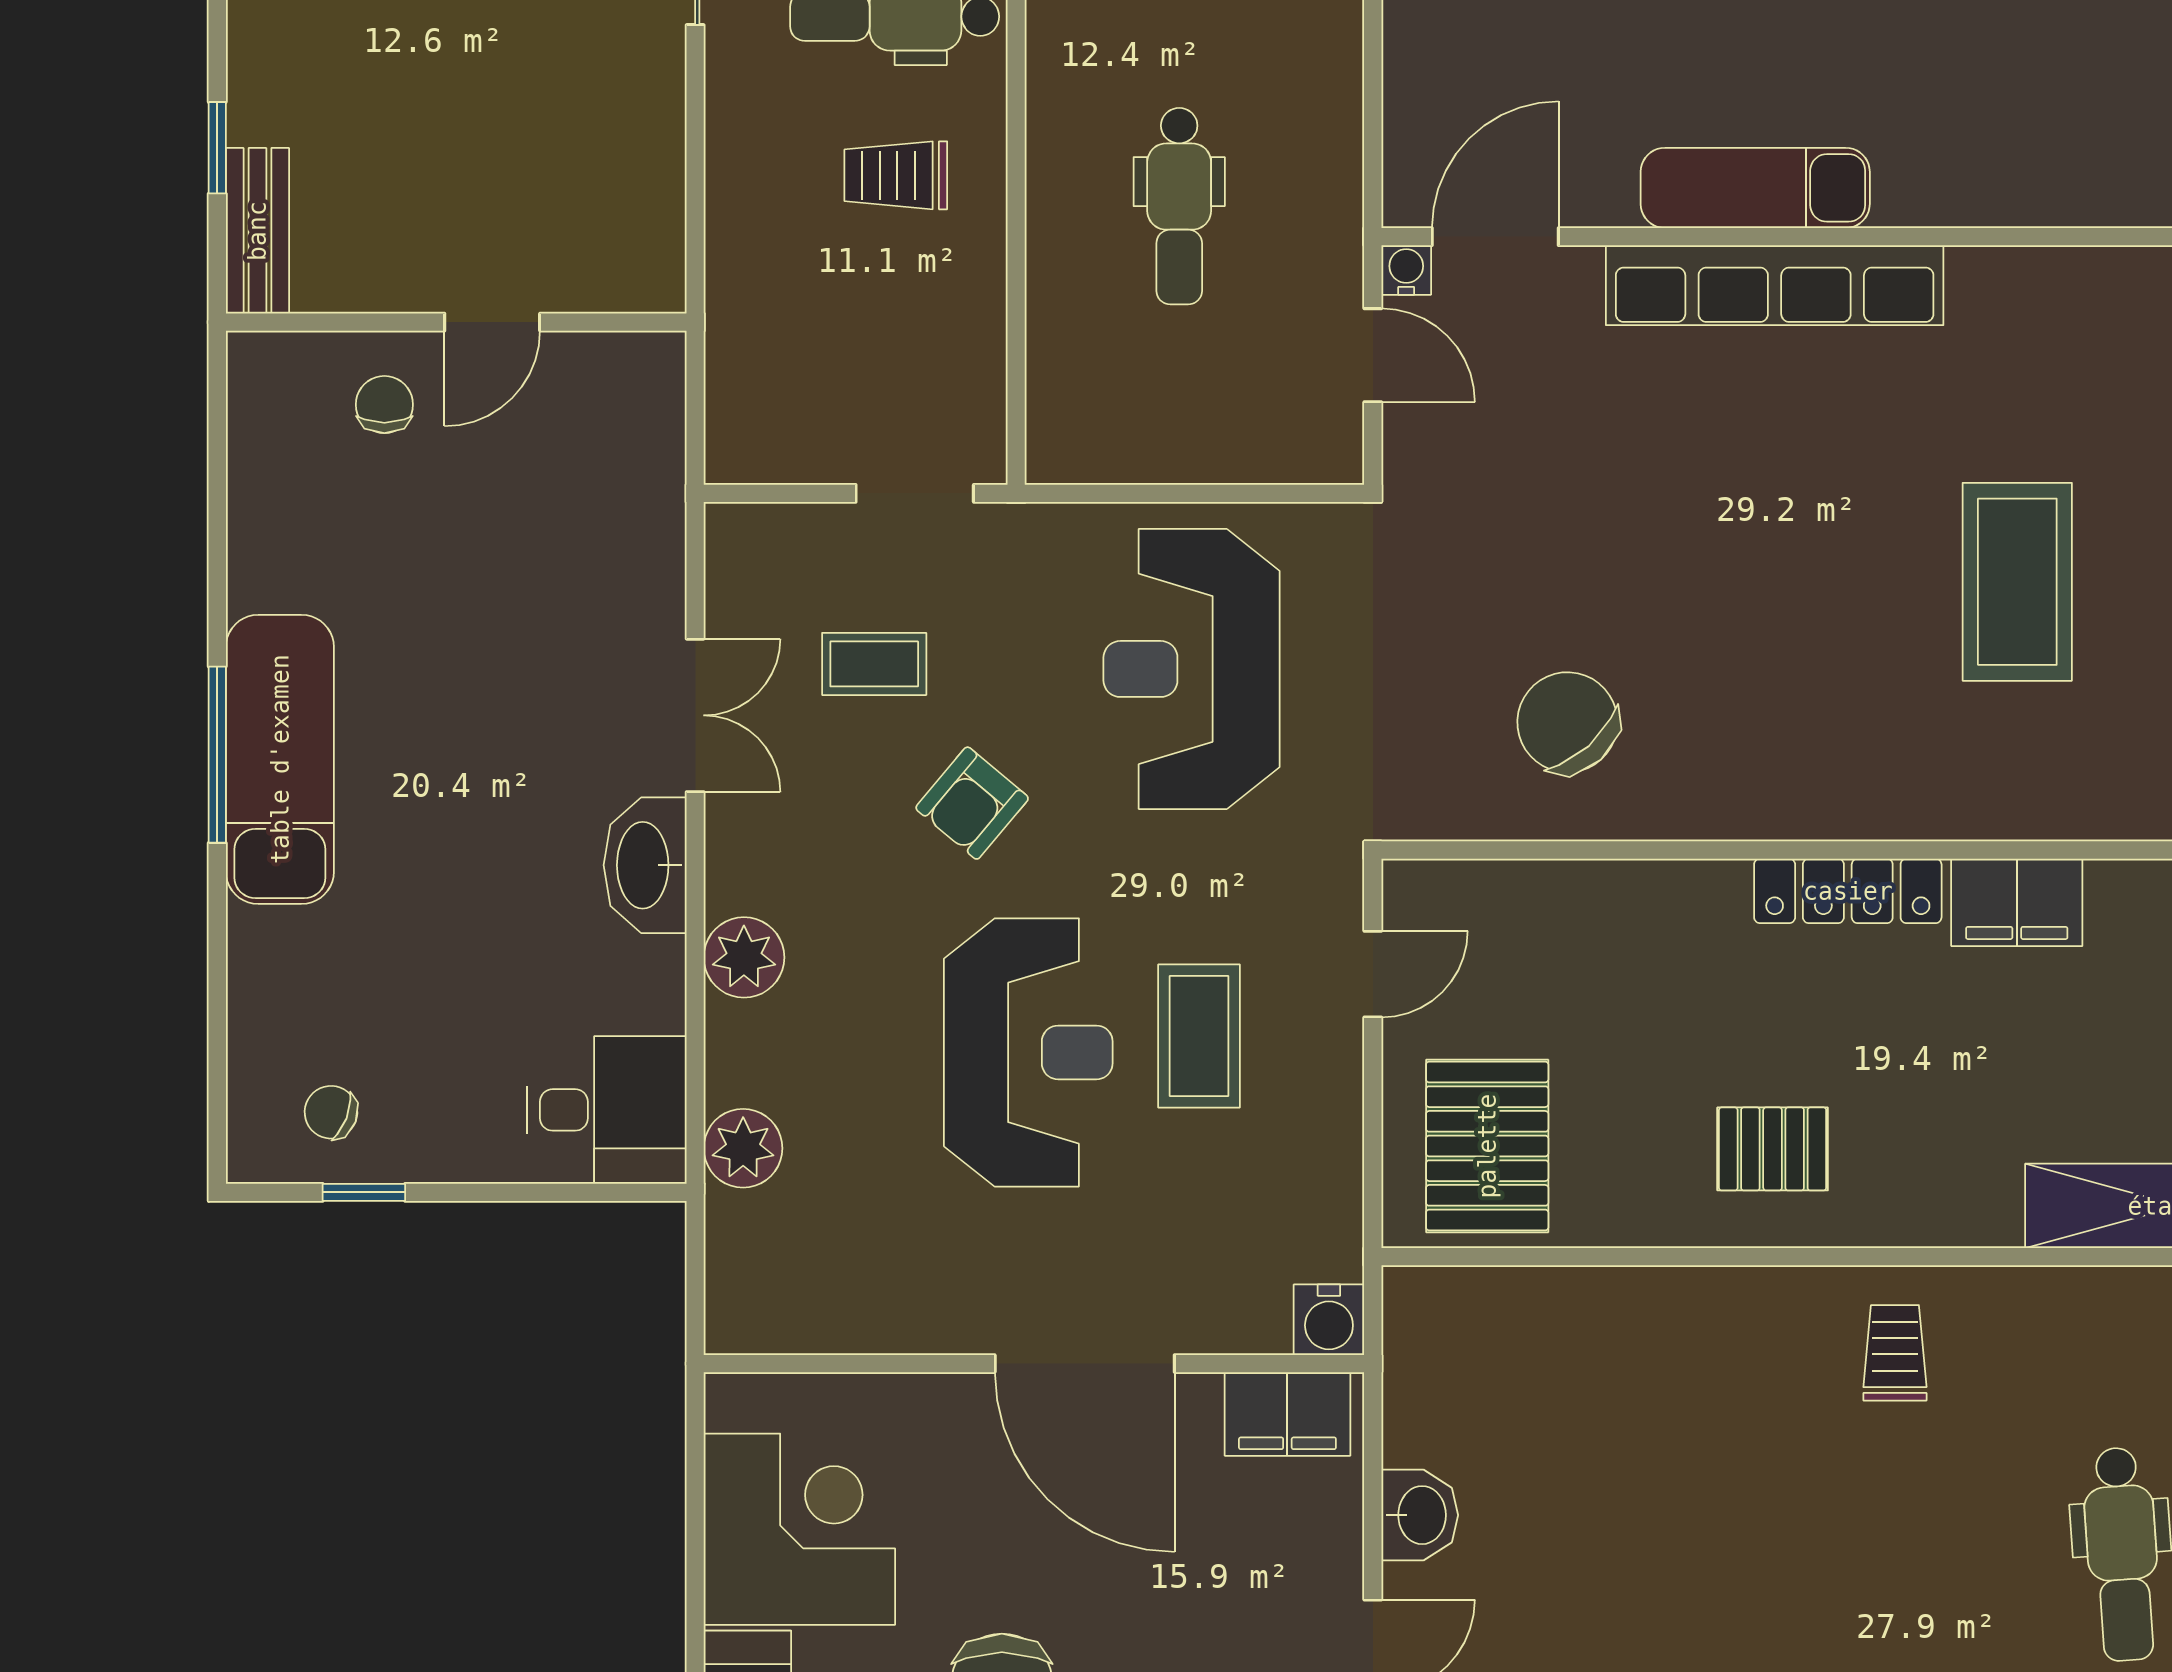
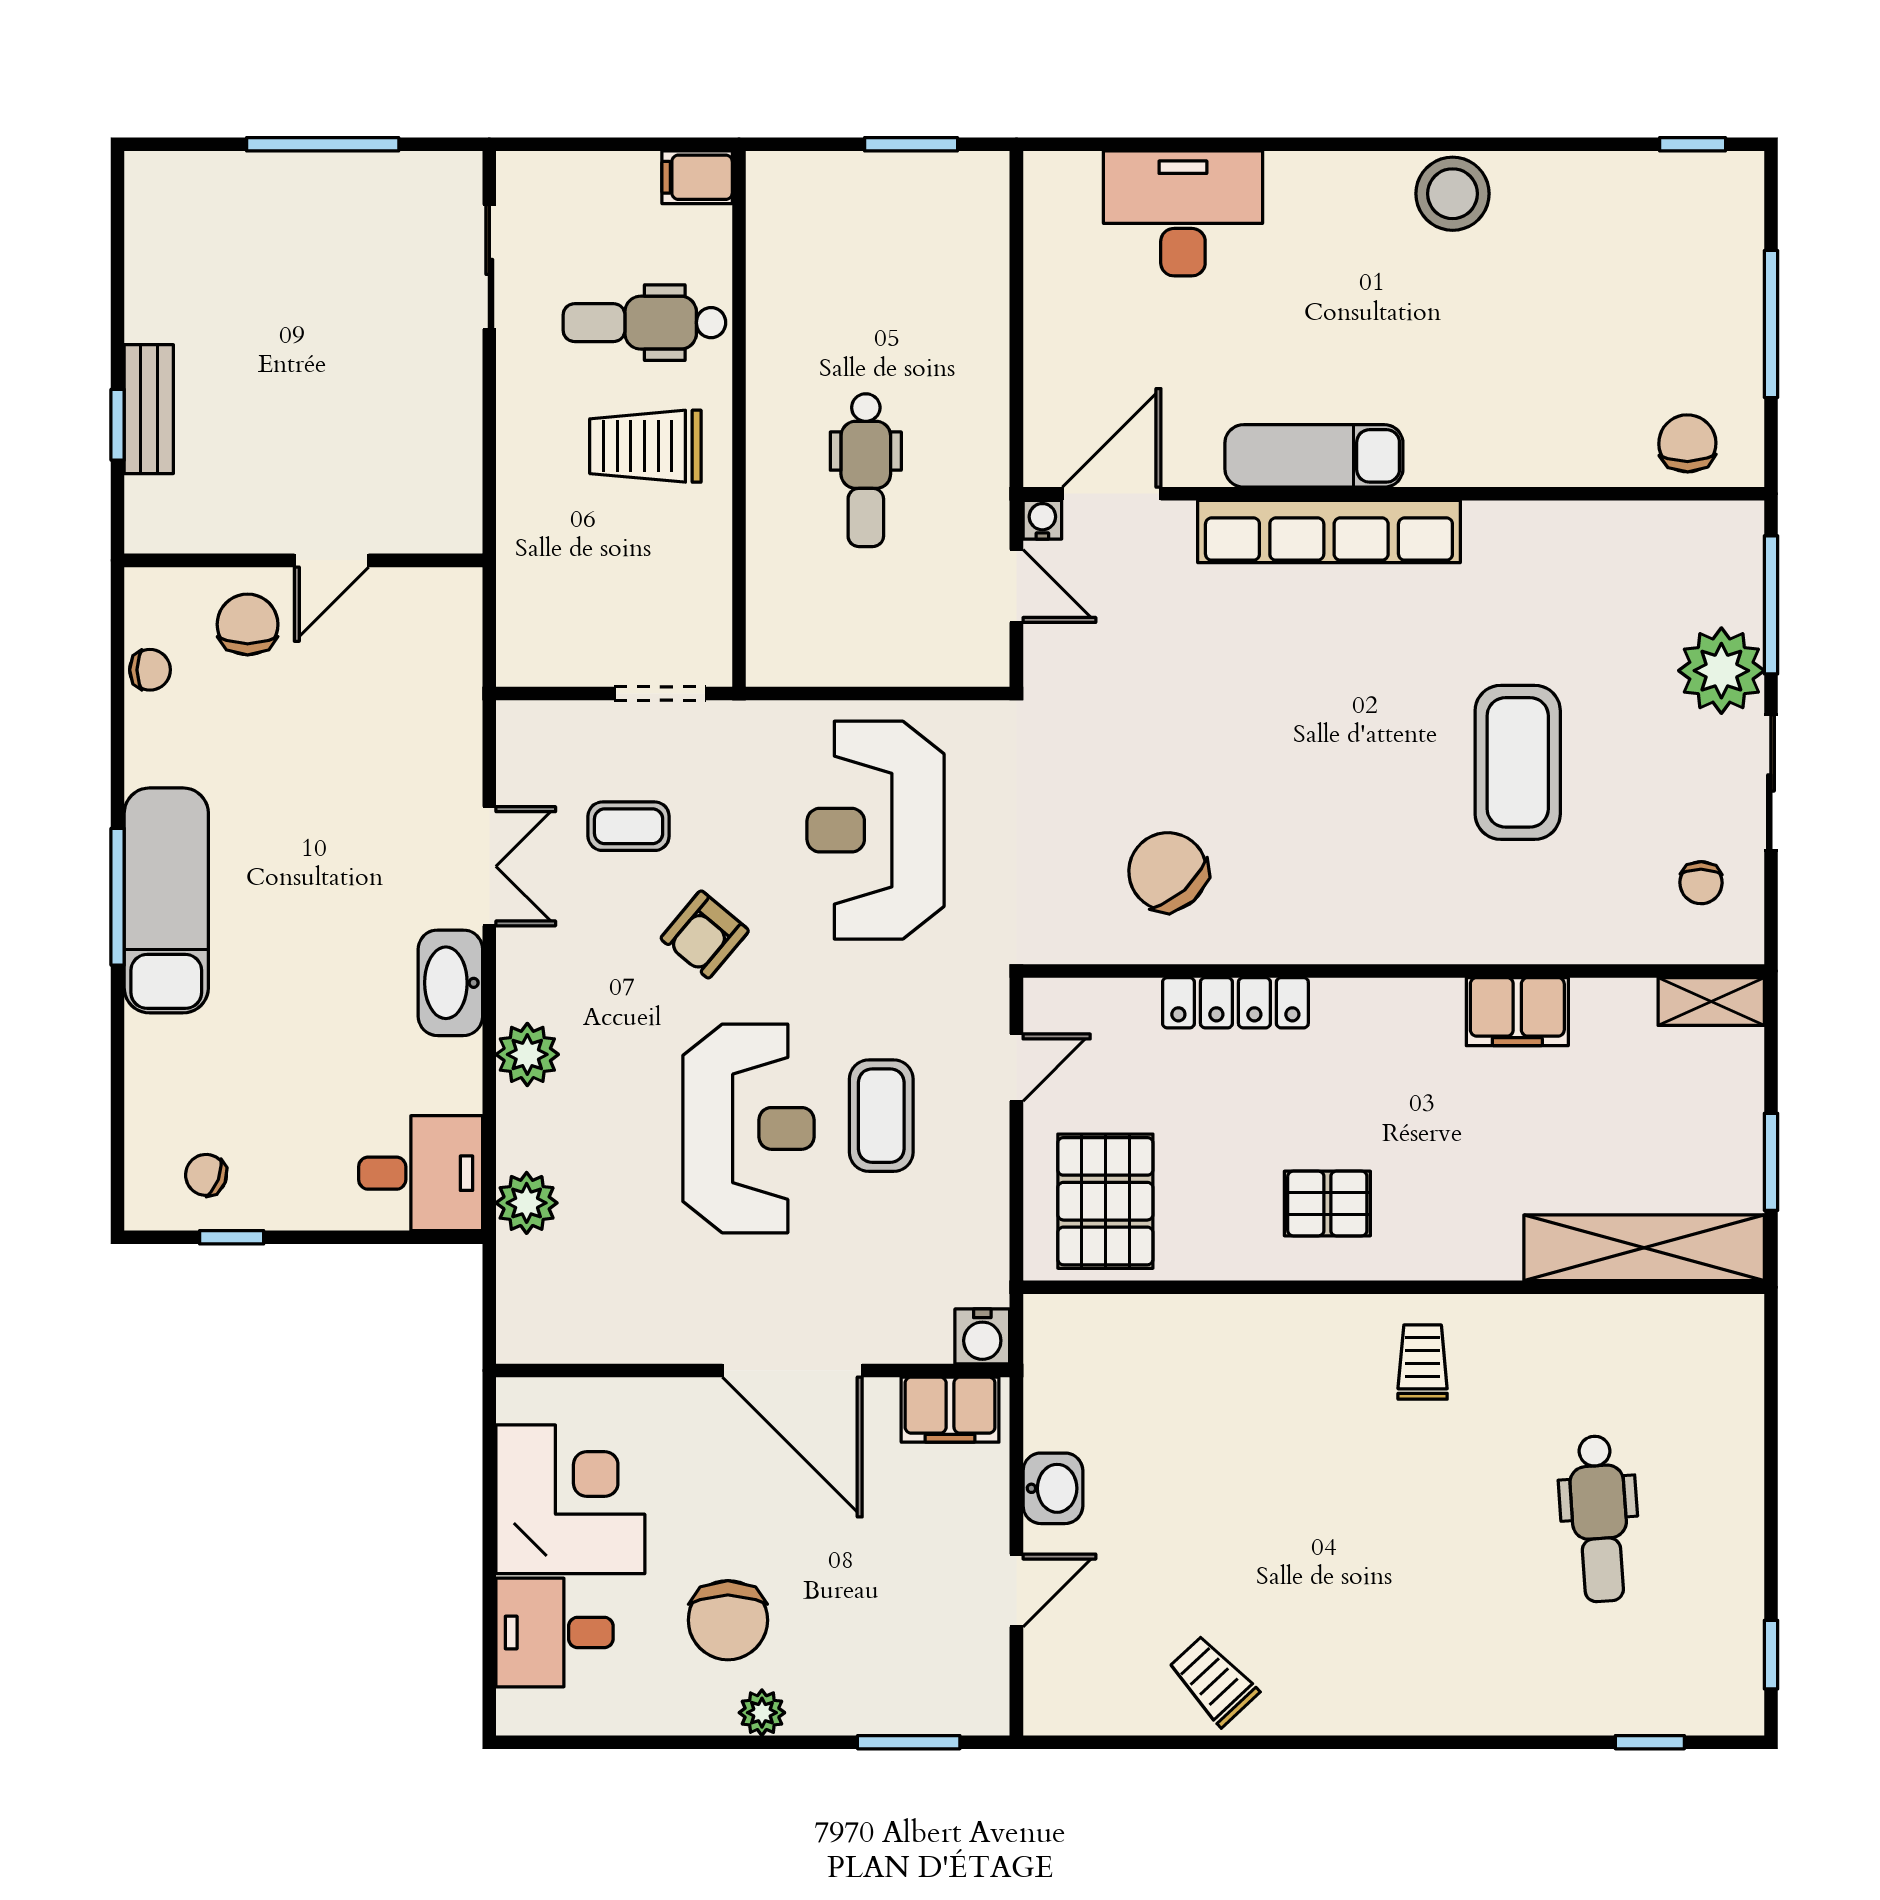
trolley: (896, 175) -> (645, 446), width x1.36, depth x1.39
bench: (257, 231) -> (149, 409), moved
chair: (384, 405) -> (248, 624), width x1.37, depth x1.37
chair: (259, 463) -> (150, 670), added
locker: (1848, 891) -> (1235, 1003), moved

